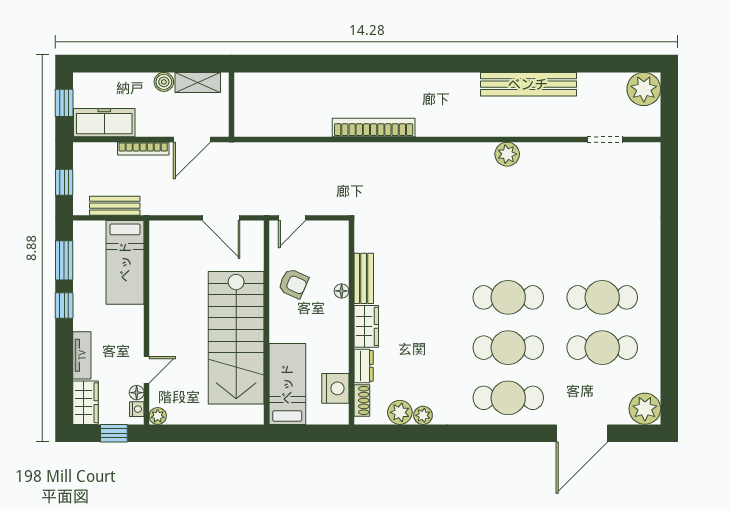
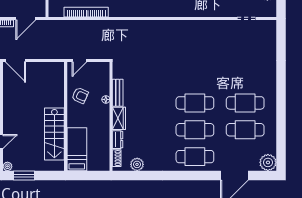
bookcase: (374, 127) -> (86, 12), moved
plant: (507, 154) -> (194, 26), removed
door: (221, 218) -> (15, 60), moved
stairs: (236, 338) -> (54, 134), width x0.73, depth x0.66
nightstand: (335, 388) -> (102, 152), removed
plant: (423, 415) -> (149, 166), removed
window: (188, 433) -> (24, 176), added

